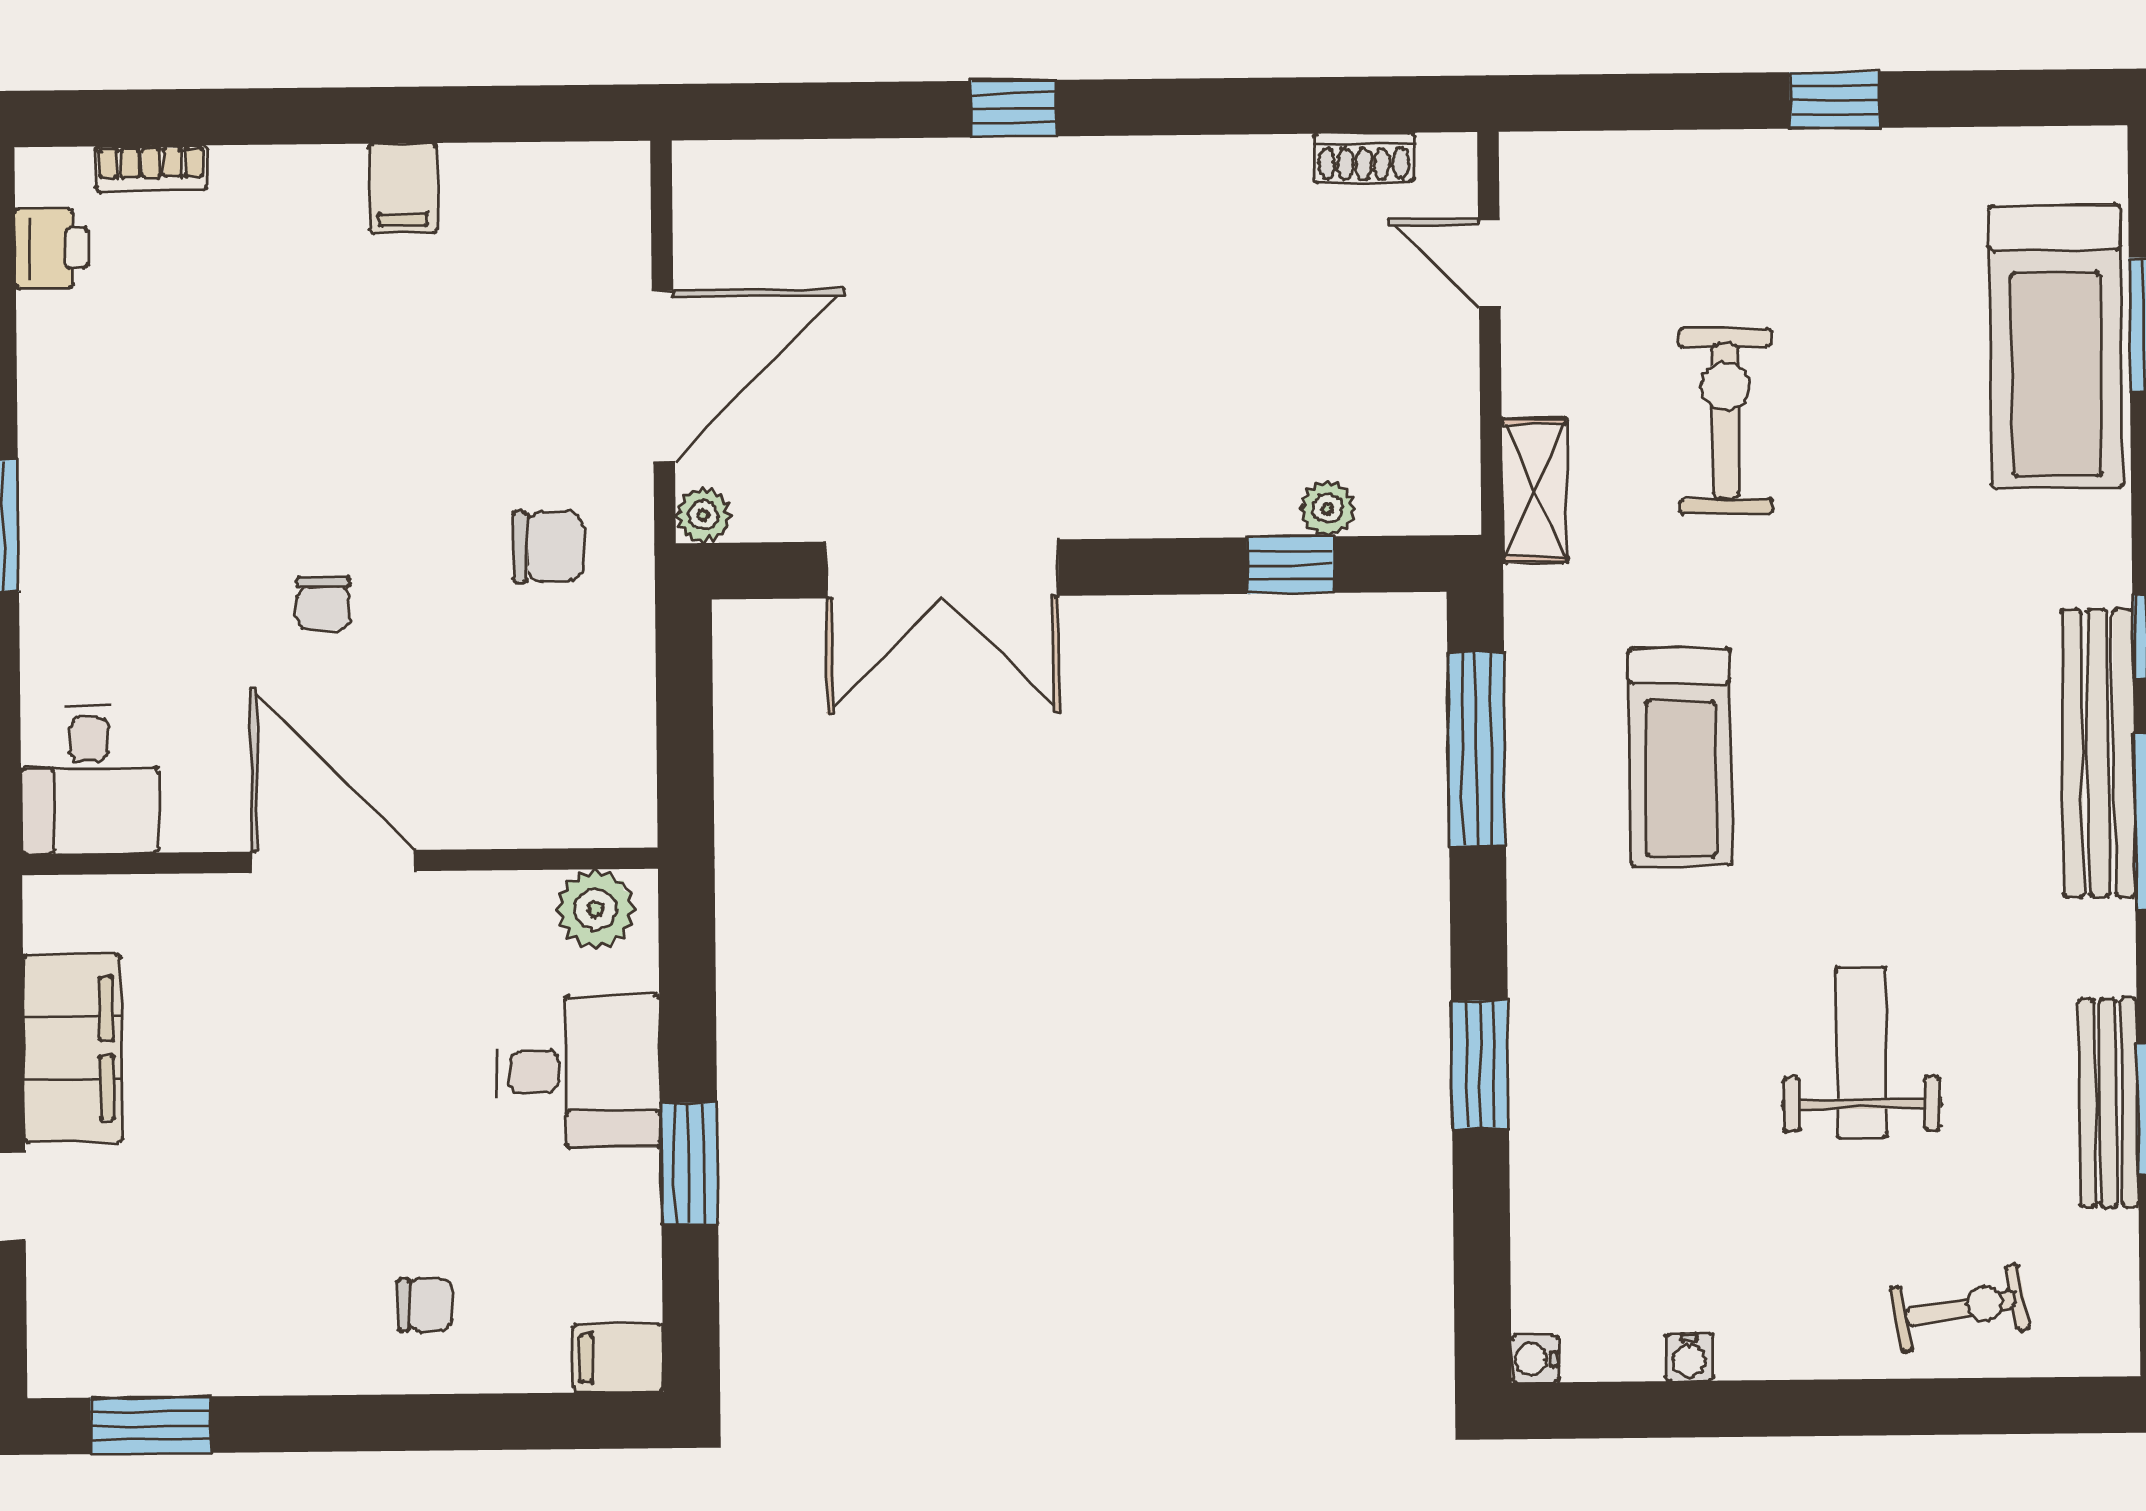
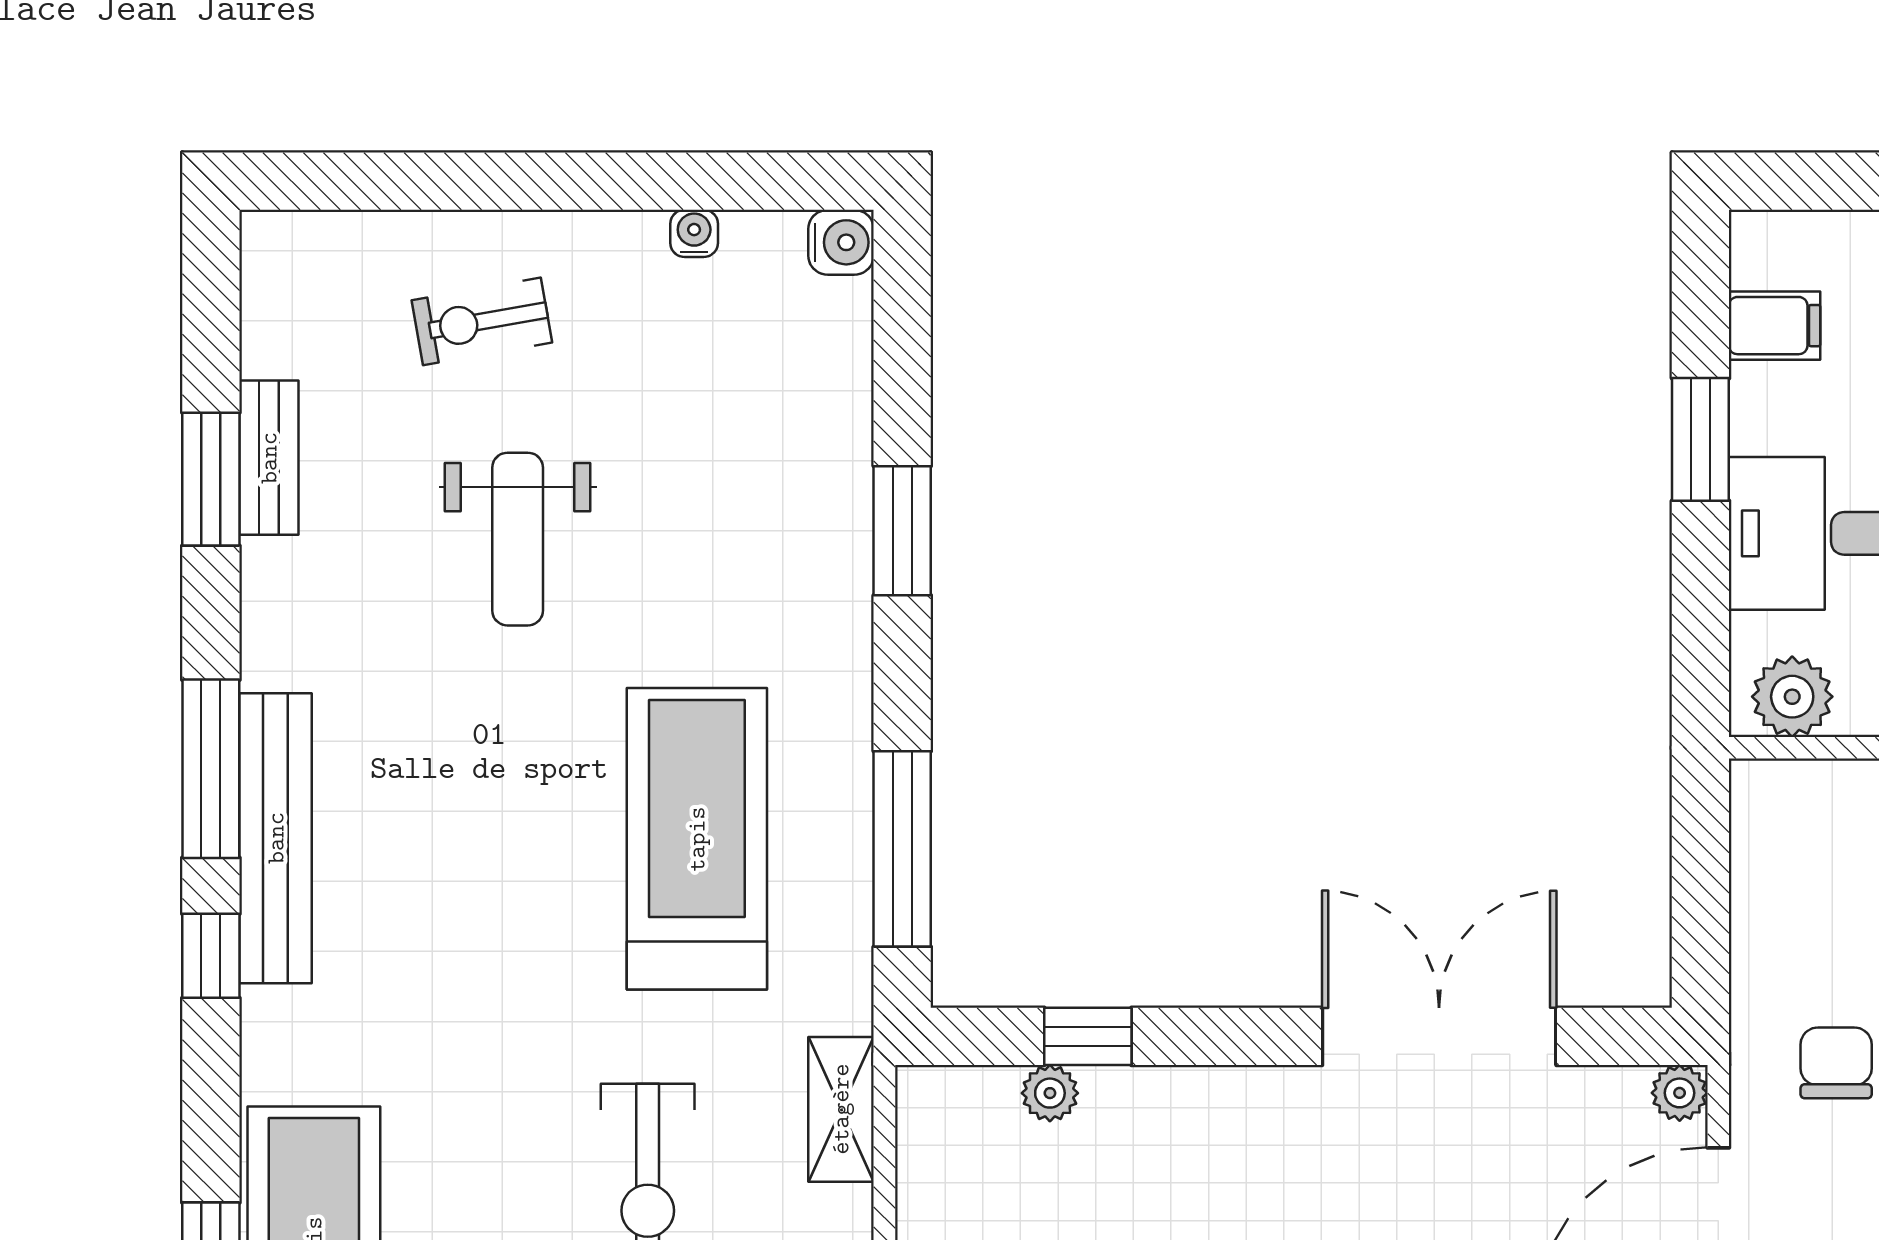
chair: (548, 547) -> (1836, 1063), turned 90
treadmill: (1680, 757) -> (697, 839), width x1.37, depth x1.38
bench: (2108, 1103) -> (269, 458), width x0.73
exercise bike: (1960, 1308) -> (482, 321), moved
filing cabinet: (618, 1358) -> (1774, 326), moved
water cooler: (1535, 1359) -> (841, 242), width x1.38, depth x1.38

